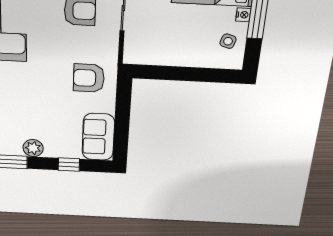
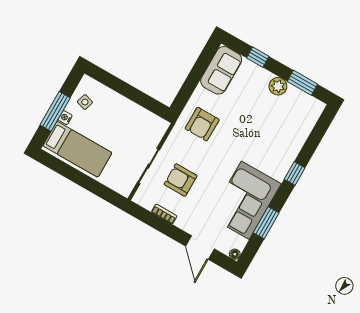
armchair: (89, 78) -> (202, 124), turned 90

